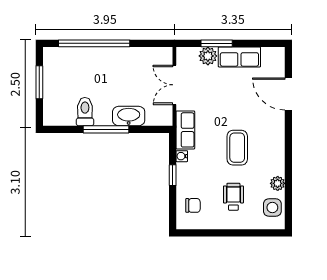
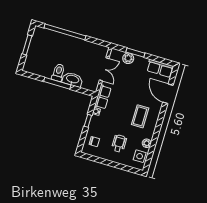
row of seats: (239, 57) -> (160, 68), moved
double door: (174, 85) -> (104, 69), swing flipped
toilet: (85, 112) -> (58, 72), moved
coffee table: (237, 148) -> (140, 116), moved

